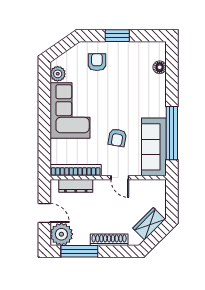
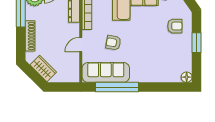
floor lamp: (160, 67) -> (187, 77), moved

